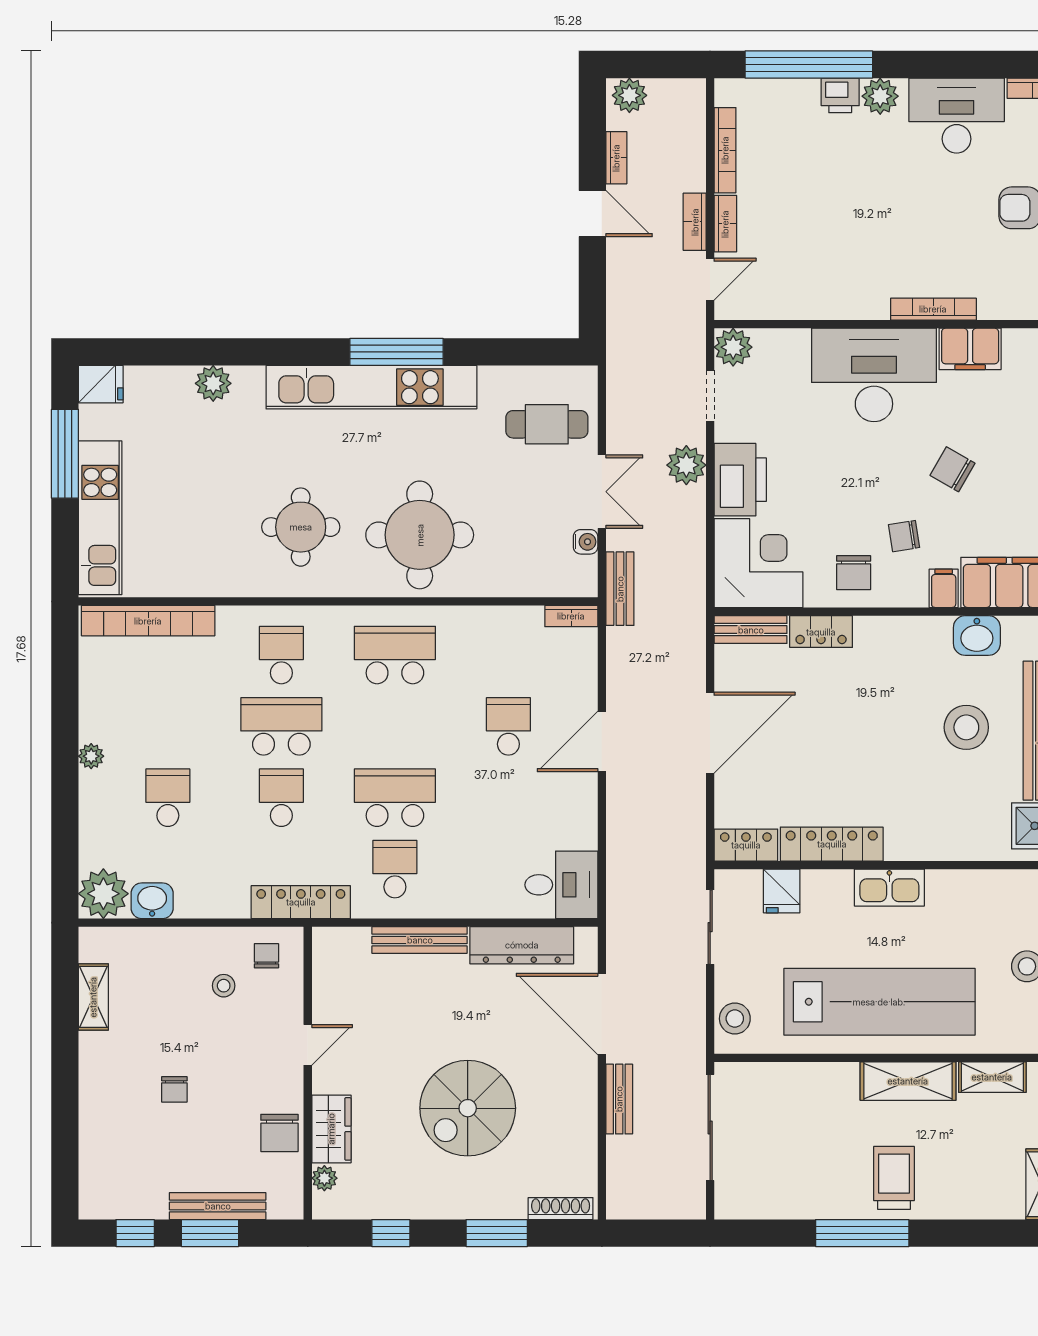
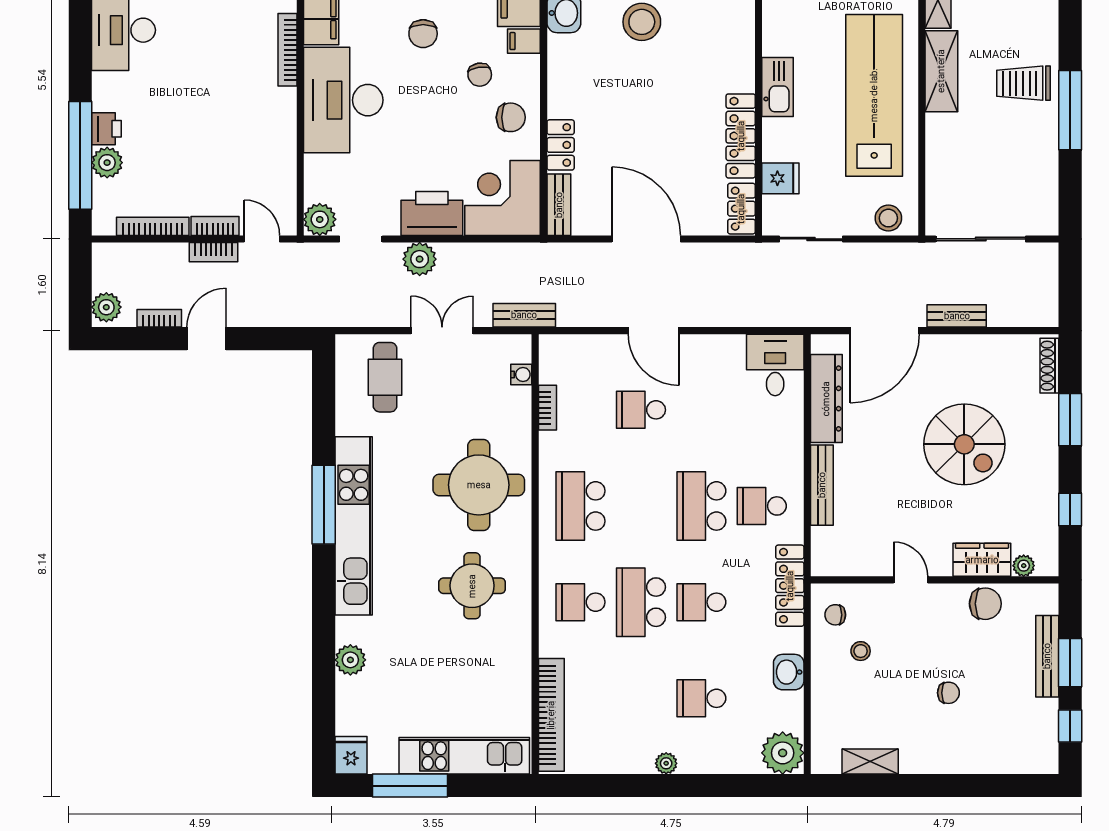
plant: (880, 96) -> (107, 163), moved
chair: (952, 469) -> (423, 34), turned -30
water cooler: (586, 542) -> (521, 375), moved, turned 90
bookcase: (571, 616) -> (547, 408), moved
washbasin: (152, 901) -> (789, 672), moved

